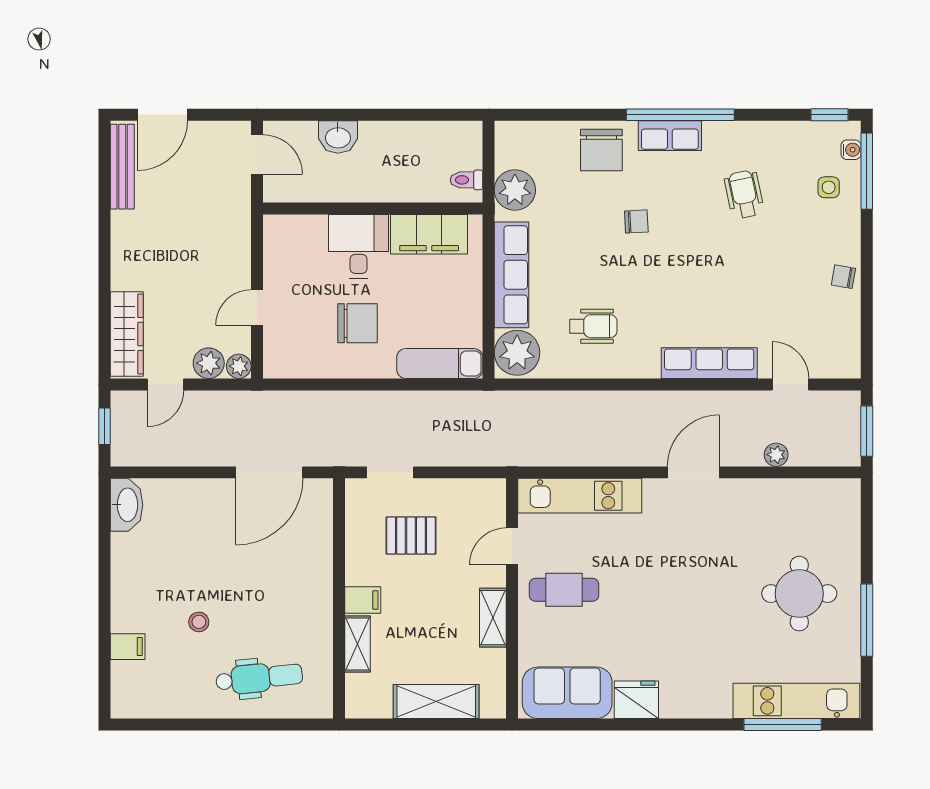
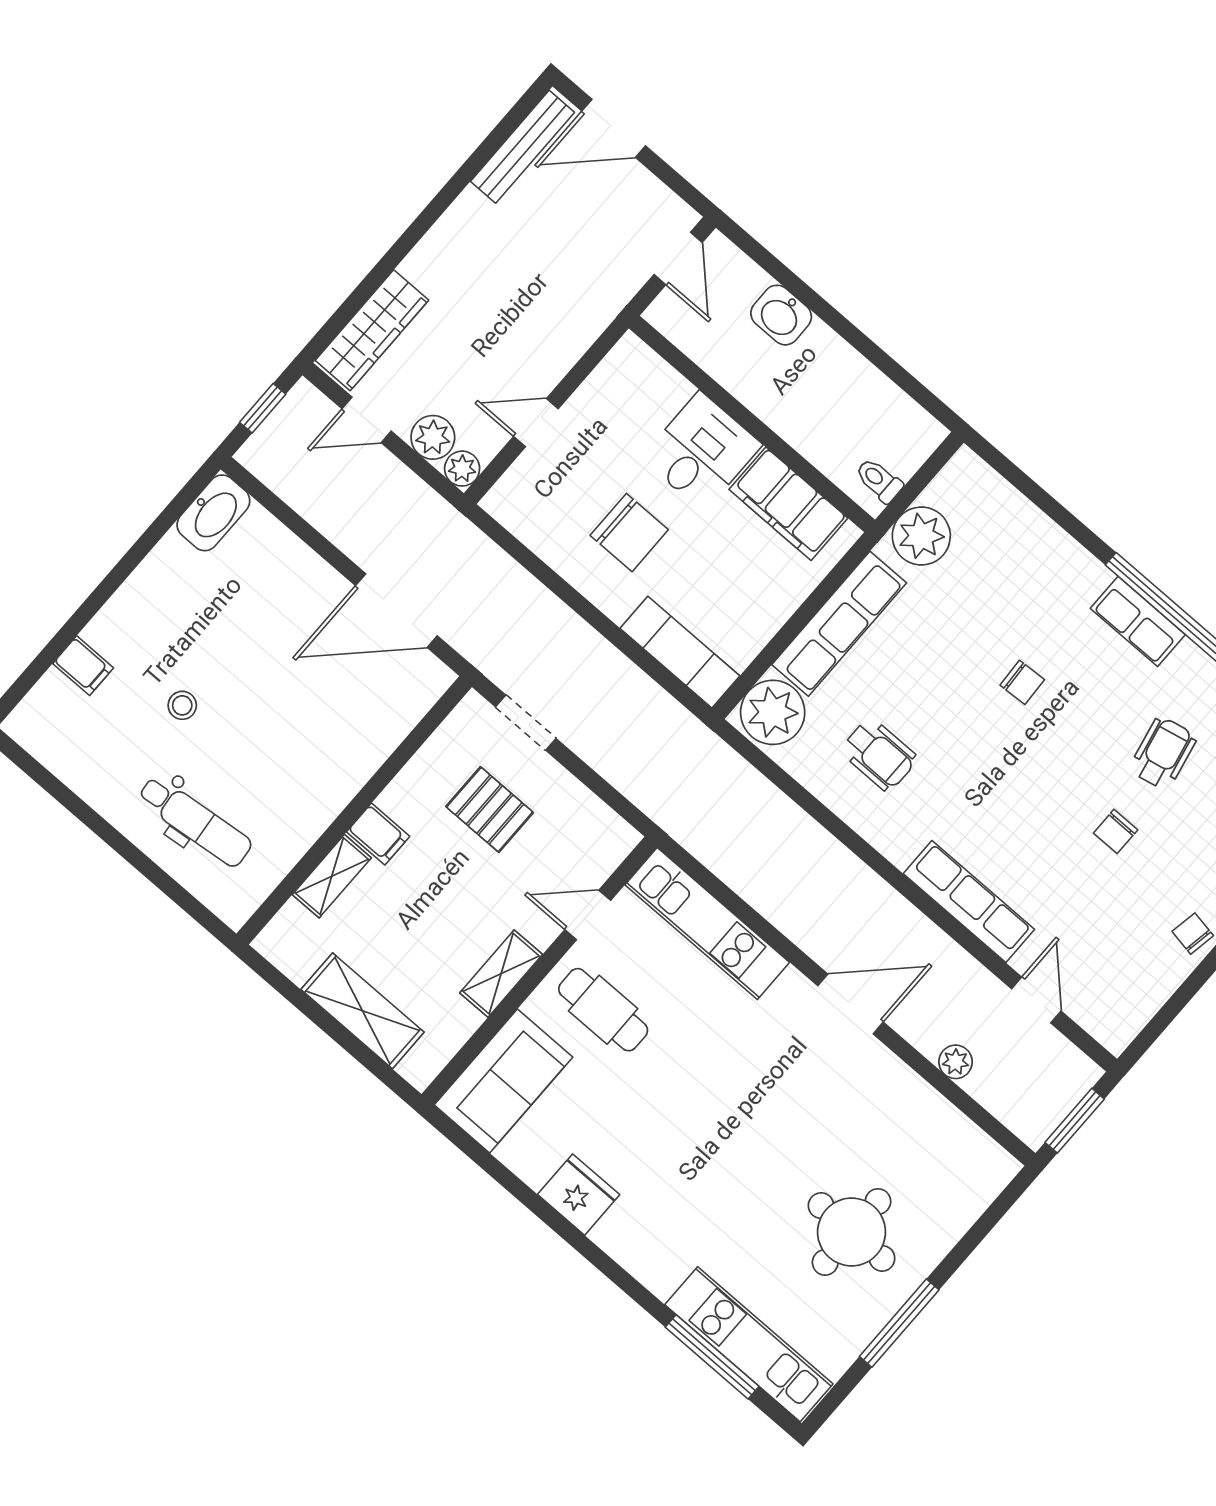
chair: (601, 150) -> (1116, 831), moved, width x0.54, depth x0.54
sofa: (567, 693) -> (503, 1081), moved, turned 90

